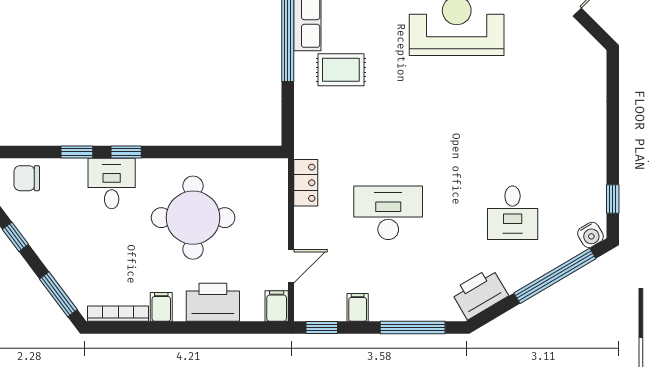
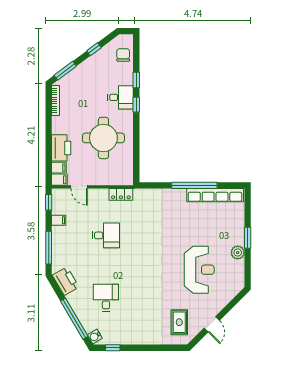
rug: (341, 70) -> (179, 322), moved
desk: (388, 213) -> (106, 235), width x0.73
desk: (513, 213) -> (106, 298), turned 90
filing cabinet: (161, 307) -> (59, 168), moved

